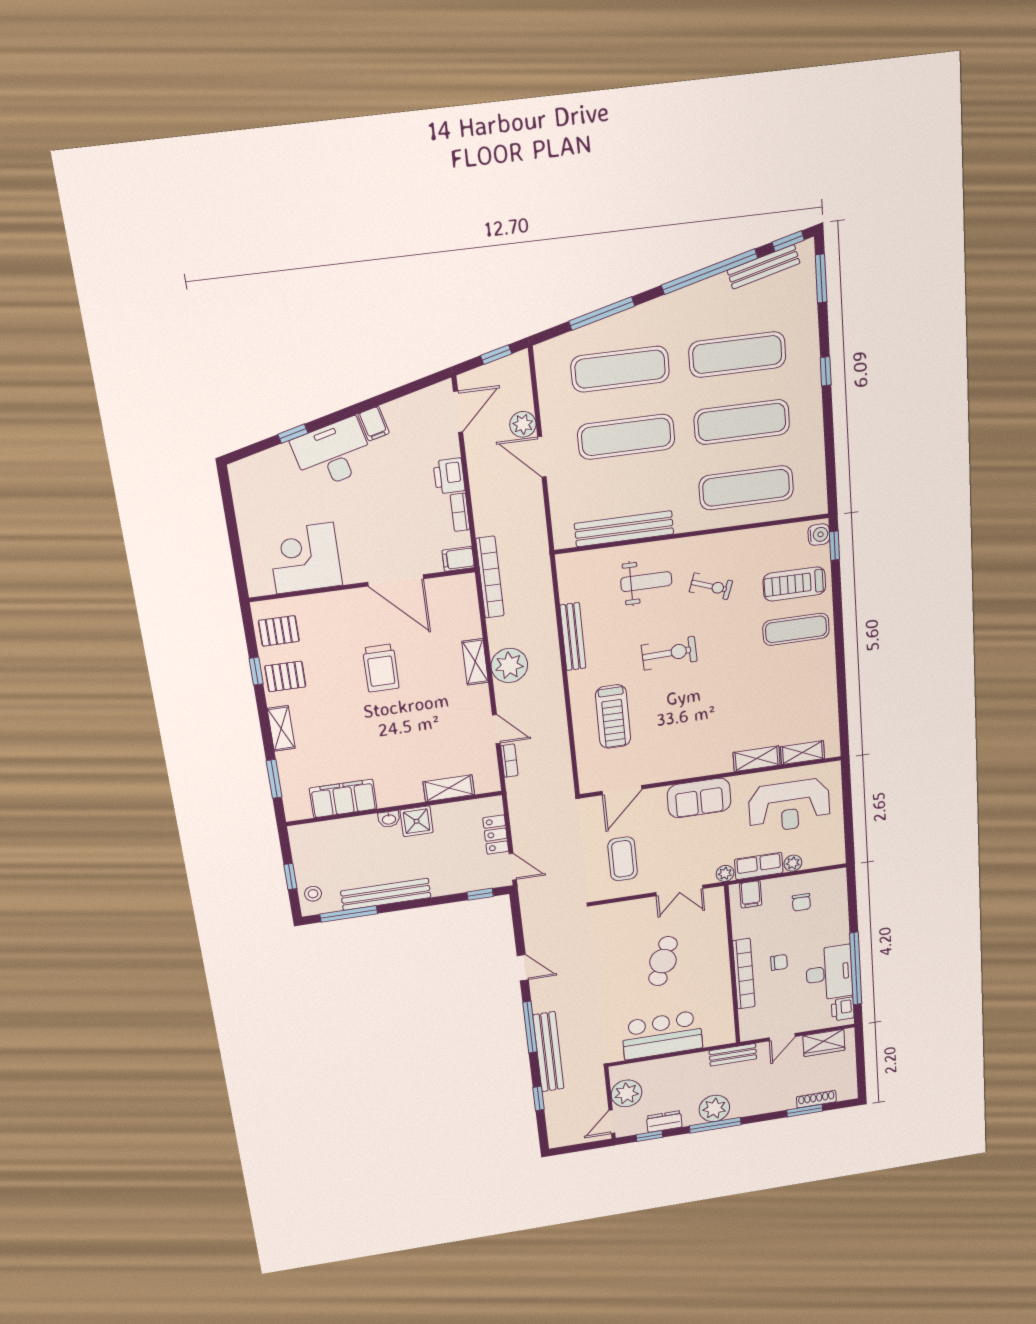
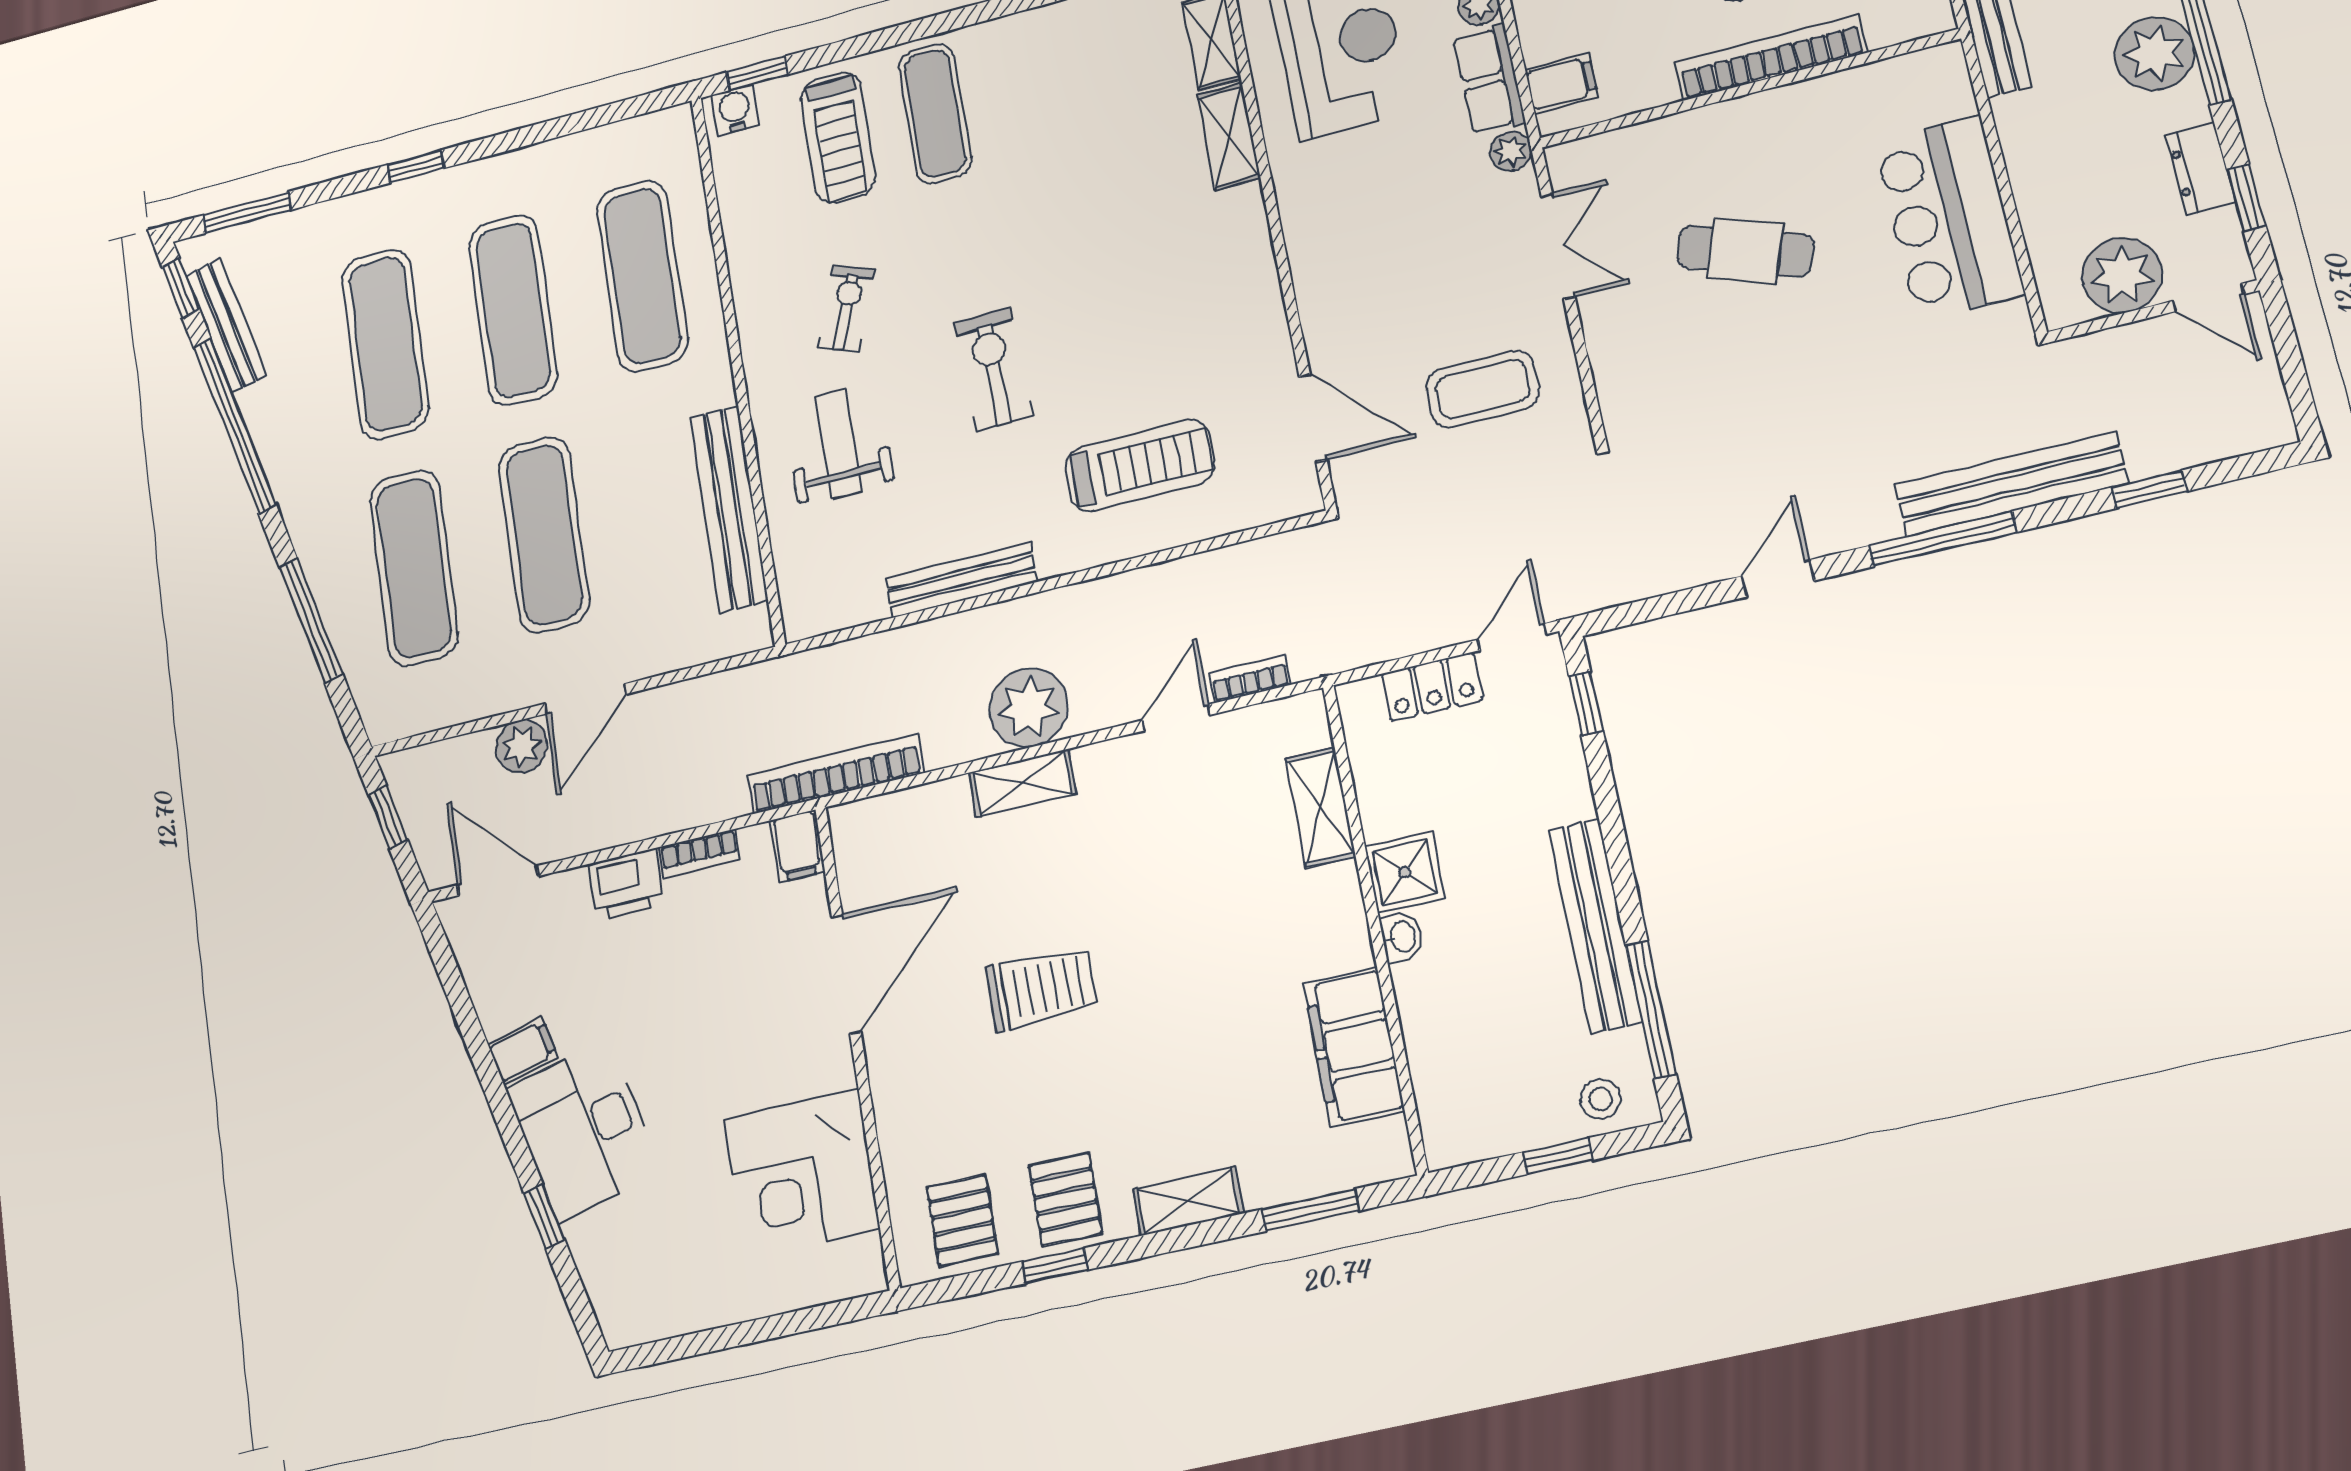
sofa: (699, 798) -> (1326, 244), removed

